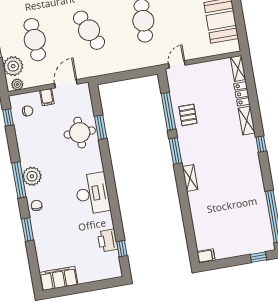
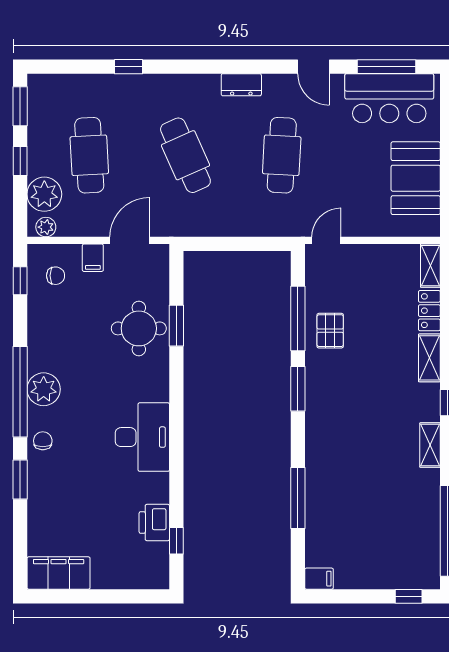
shelving: (190, 178) -> (430, 445), moved
window: (19, 180) -> (20, 392), width x1.46
window: (186, 213) -> (298, 498), added

